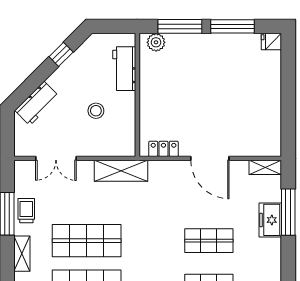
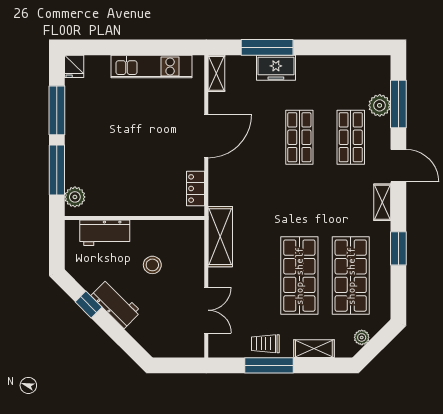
workbench: (37, 103) -> (116, 304), moved
kitchen unit: (271, 110) -> (152, 66), added

